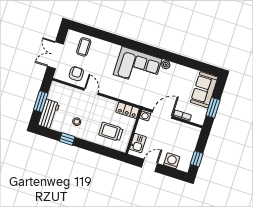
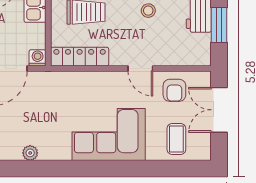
double door: (55, 55) -> (219, 110), swing flipped
corner sofa: (138, 67) -> (109, 134), moved
locker: (128, 110) -> (80, 57), width x1.53

